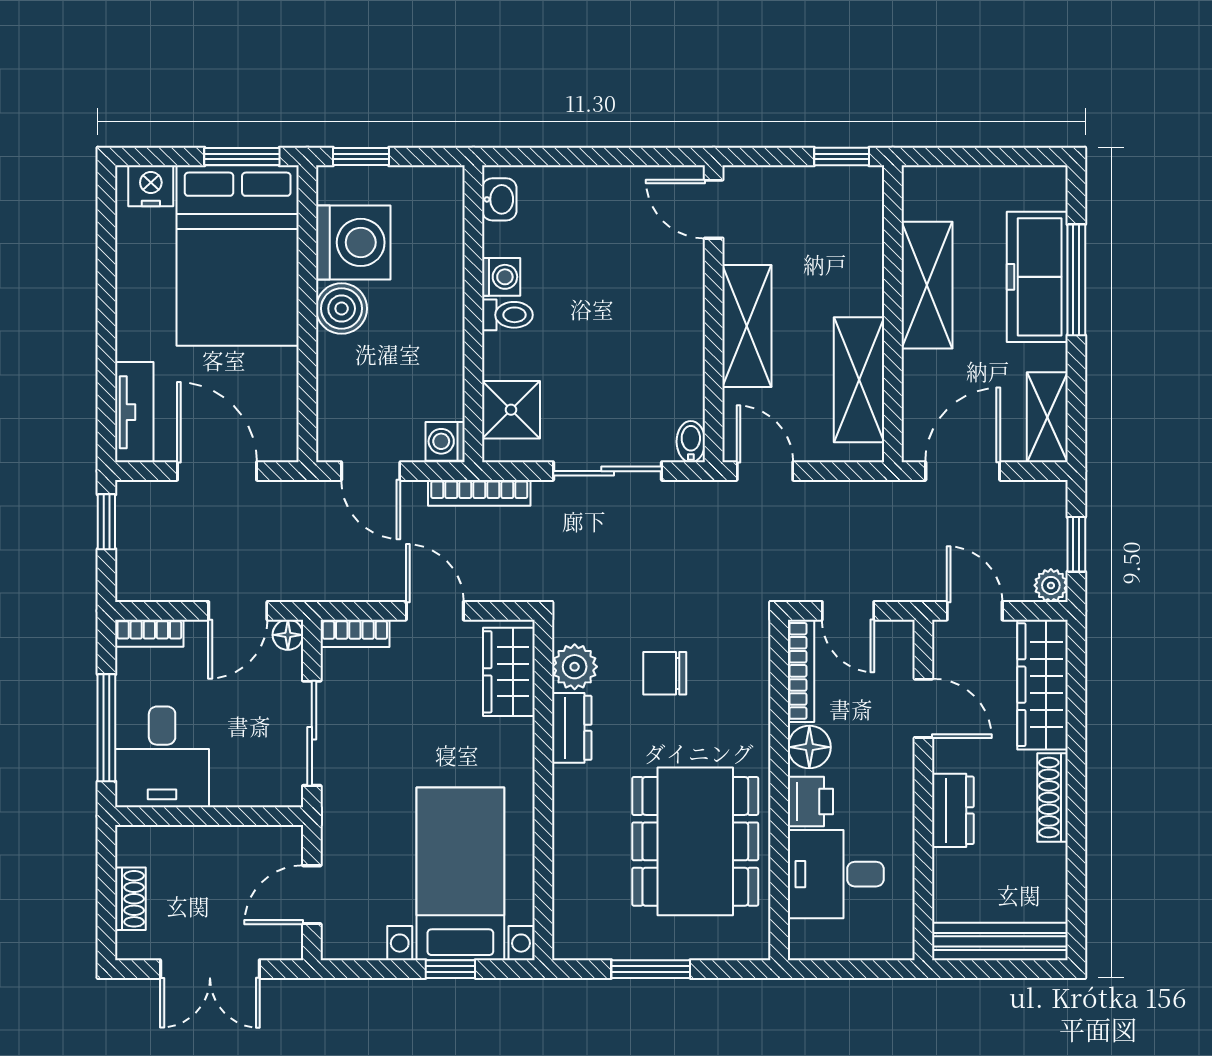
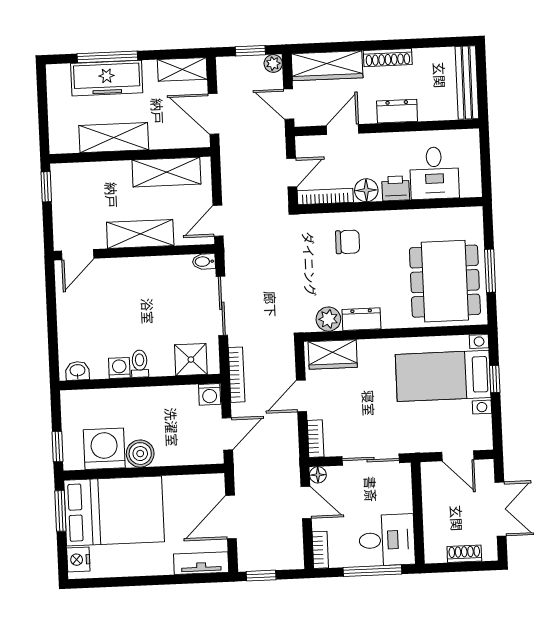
door: (975, 611) -> (289, 104), hinge flipped
chair: (665, 673) -> (348, 242), moved, turned -90
dining table: (695, 841) -> (445, 281), moved, turned 90

